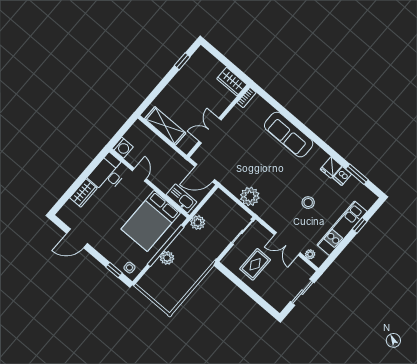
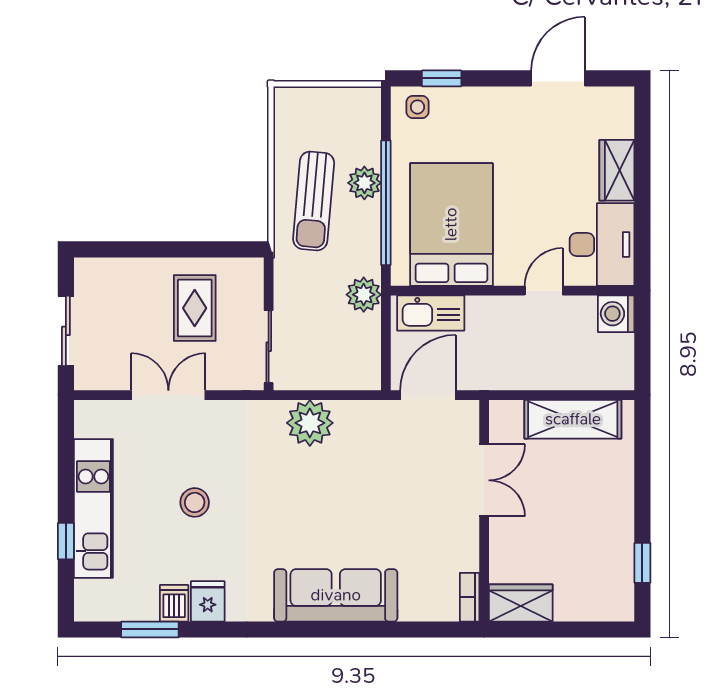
door: (139, 175) -> (544, 291), swing flipped
plant: (310, 254) -> (111, 412), removed
sun lounger: (188, 266) -> (314, 201), added

